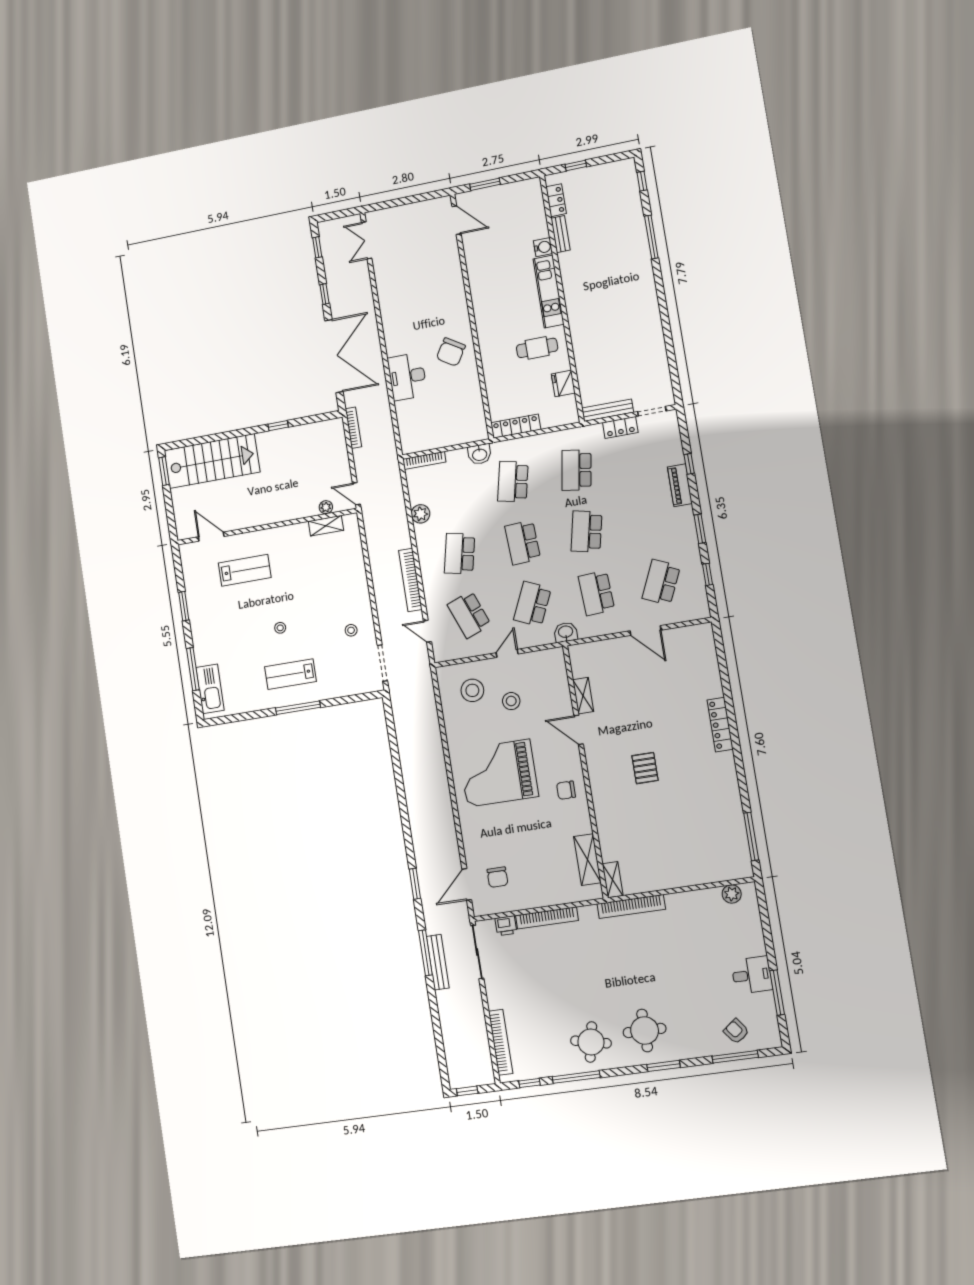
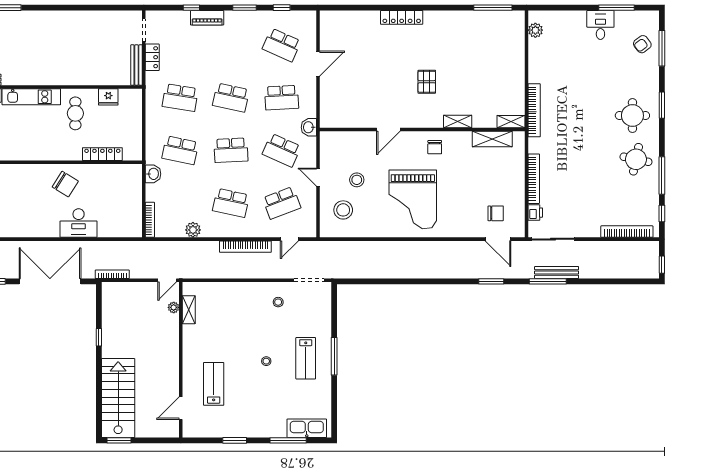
locker: (516, 426) -> (102, 154), moved, turned 90
shelving: (583, 696) -> (458, 121), moved
pallet: (645, 768) -> (427, 82), turned 90

